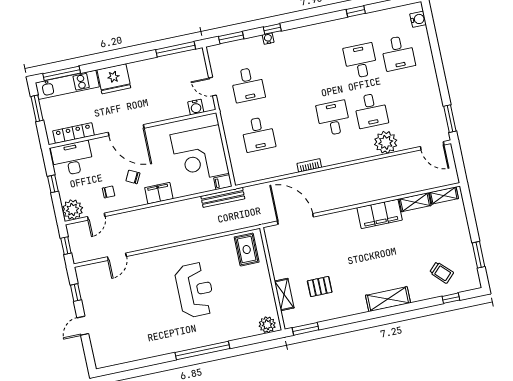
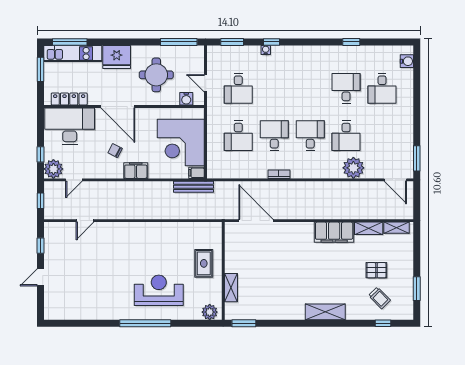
round table: (159, 89) -> (156, 75), added
desk: (296, 126) -> (274, 136), added
desk: (72, 159) -> (70, 126), width x1.36, depth x1.30
window: (53, 184) -> (40, 154), moved
chair: (109, 192) -> (90, 160), removed
rug: (247, 250) -> (204, 263), moved
pallet: (320, 287) -> (376, 270), moved
reception desk: (195, 290) -> (159, 290), moved, turned -90

